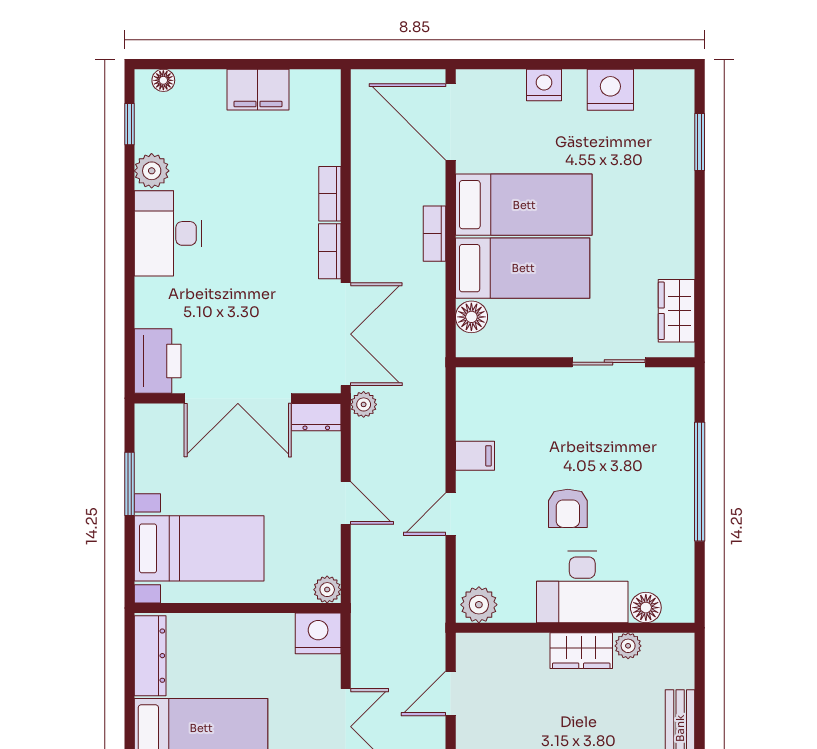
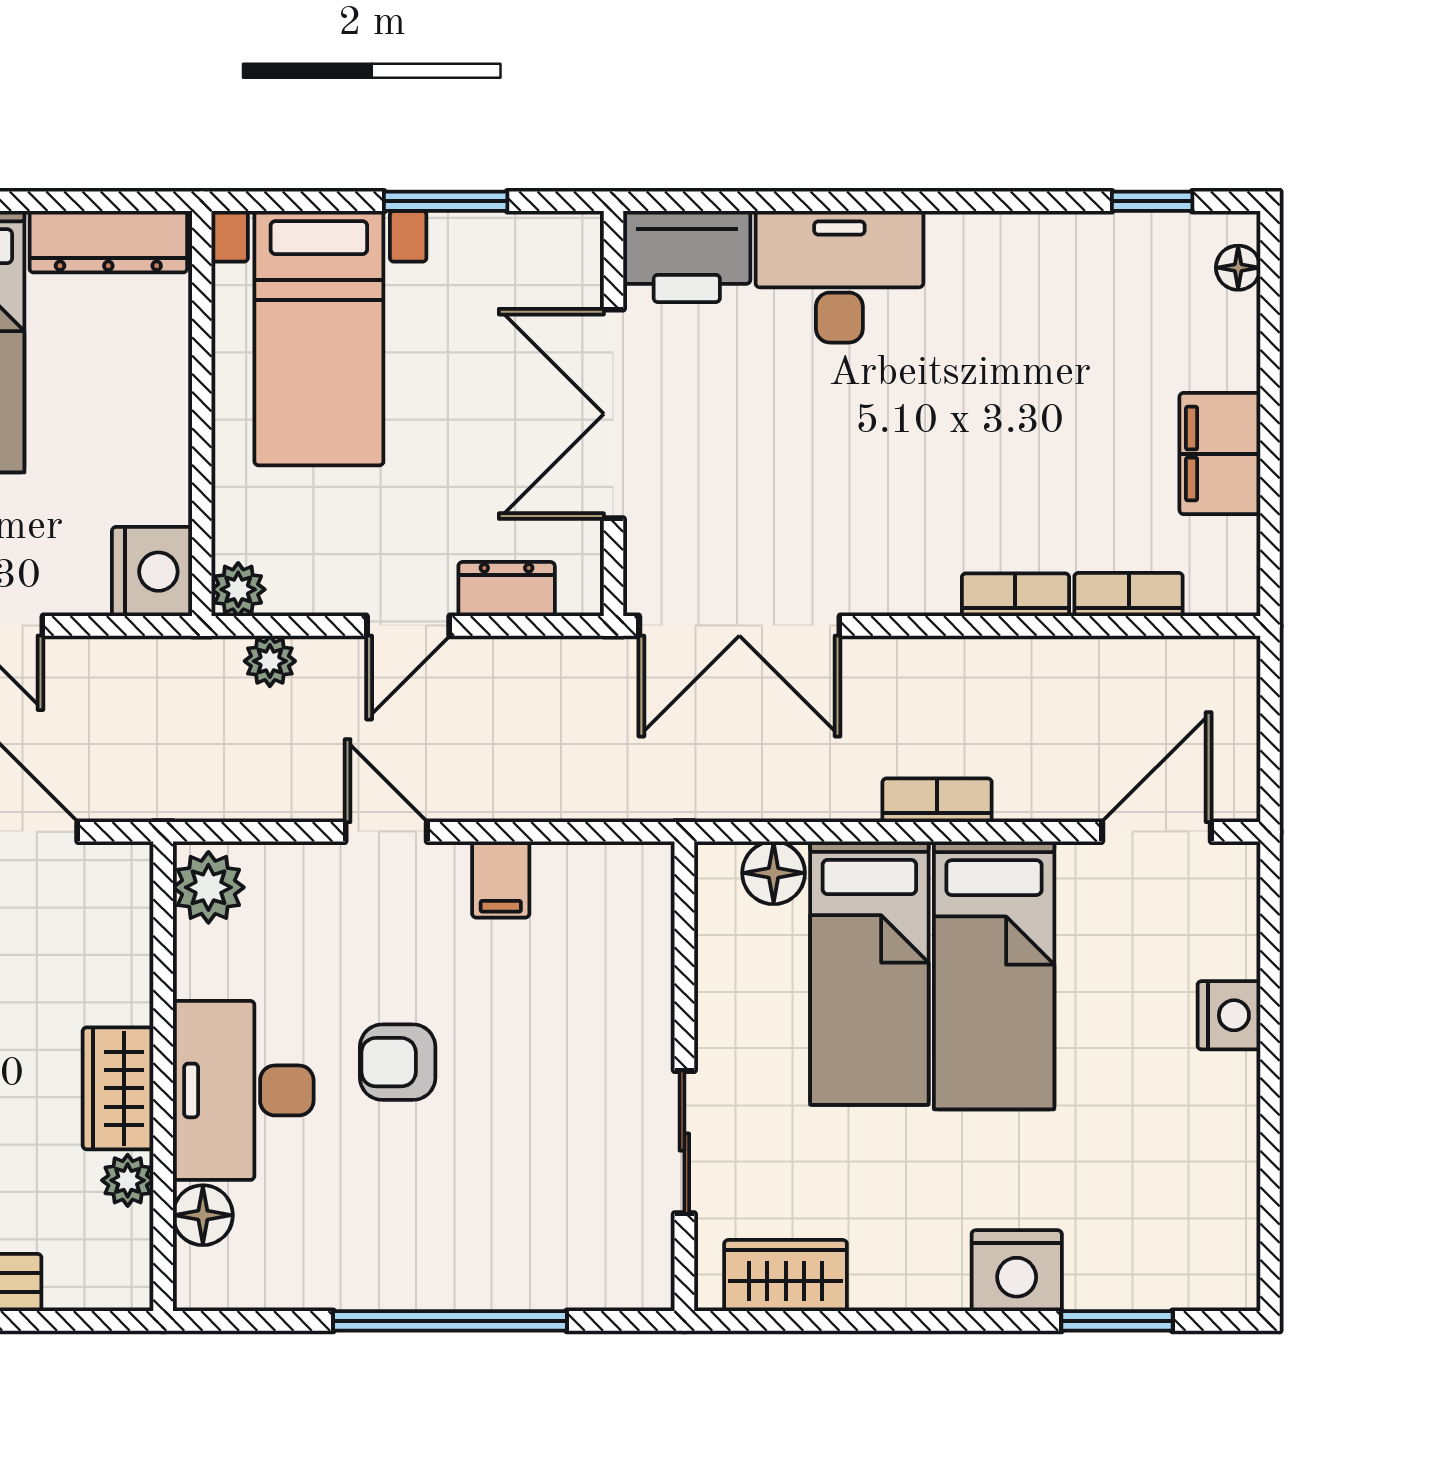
nightstand: (610, 90) -> (1017, 1271), moved, turned 90
door: (451, 122) -> (1156, 832), width x0.73
plant: (152, 171) -> (1060, 245), removed
desk: (168, 233) -> (839, 277), moved
bookcase: (330, 251) -> (1129, 595), moved
plant: (364, 404) -> (270, 661), moved
dresser: (316, 417) -> (507, 589), moved, turned 90

